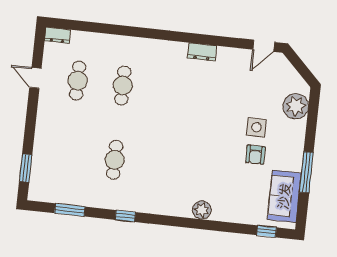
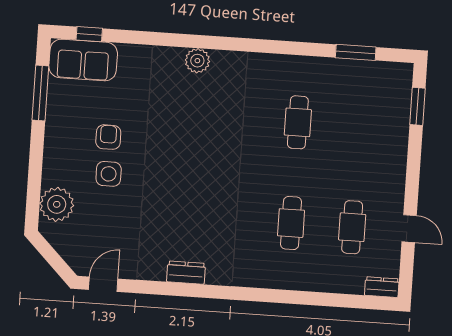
window: (306, 172) -> (40, 93), moved
sofa: (284, 196) -> (83, 60), moved, turned 90
plant: (202, 210) -> (197, 61), moved
window: (125, 216) -> (281, 47), removed

